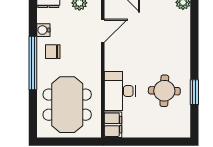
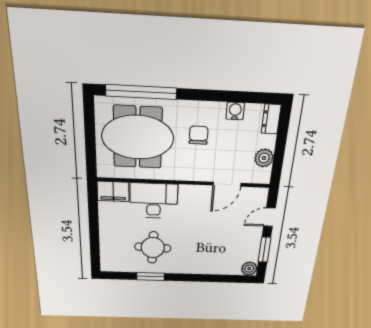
door: (103, 31) -> (227, 184), hinge flipped
chair: (53, 52) -> (199, 135), moved
window: (33, 63) -> (141, 92), moved

